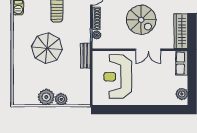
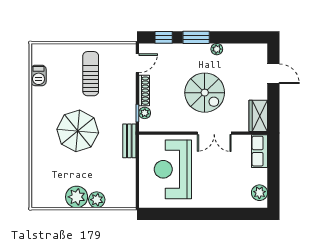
wardrobe: (181, 31) -> (258, 116), width x0.67

